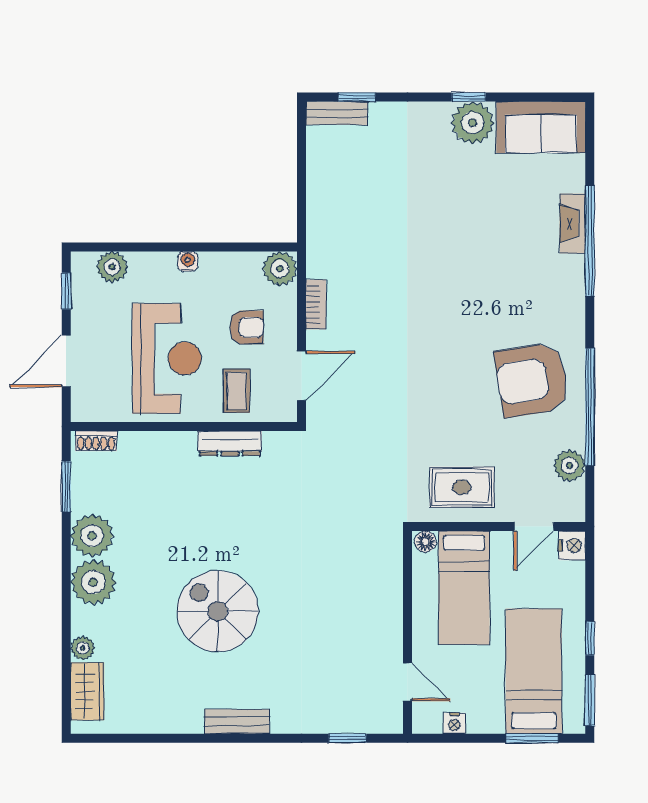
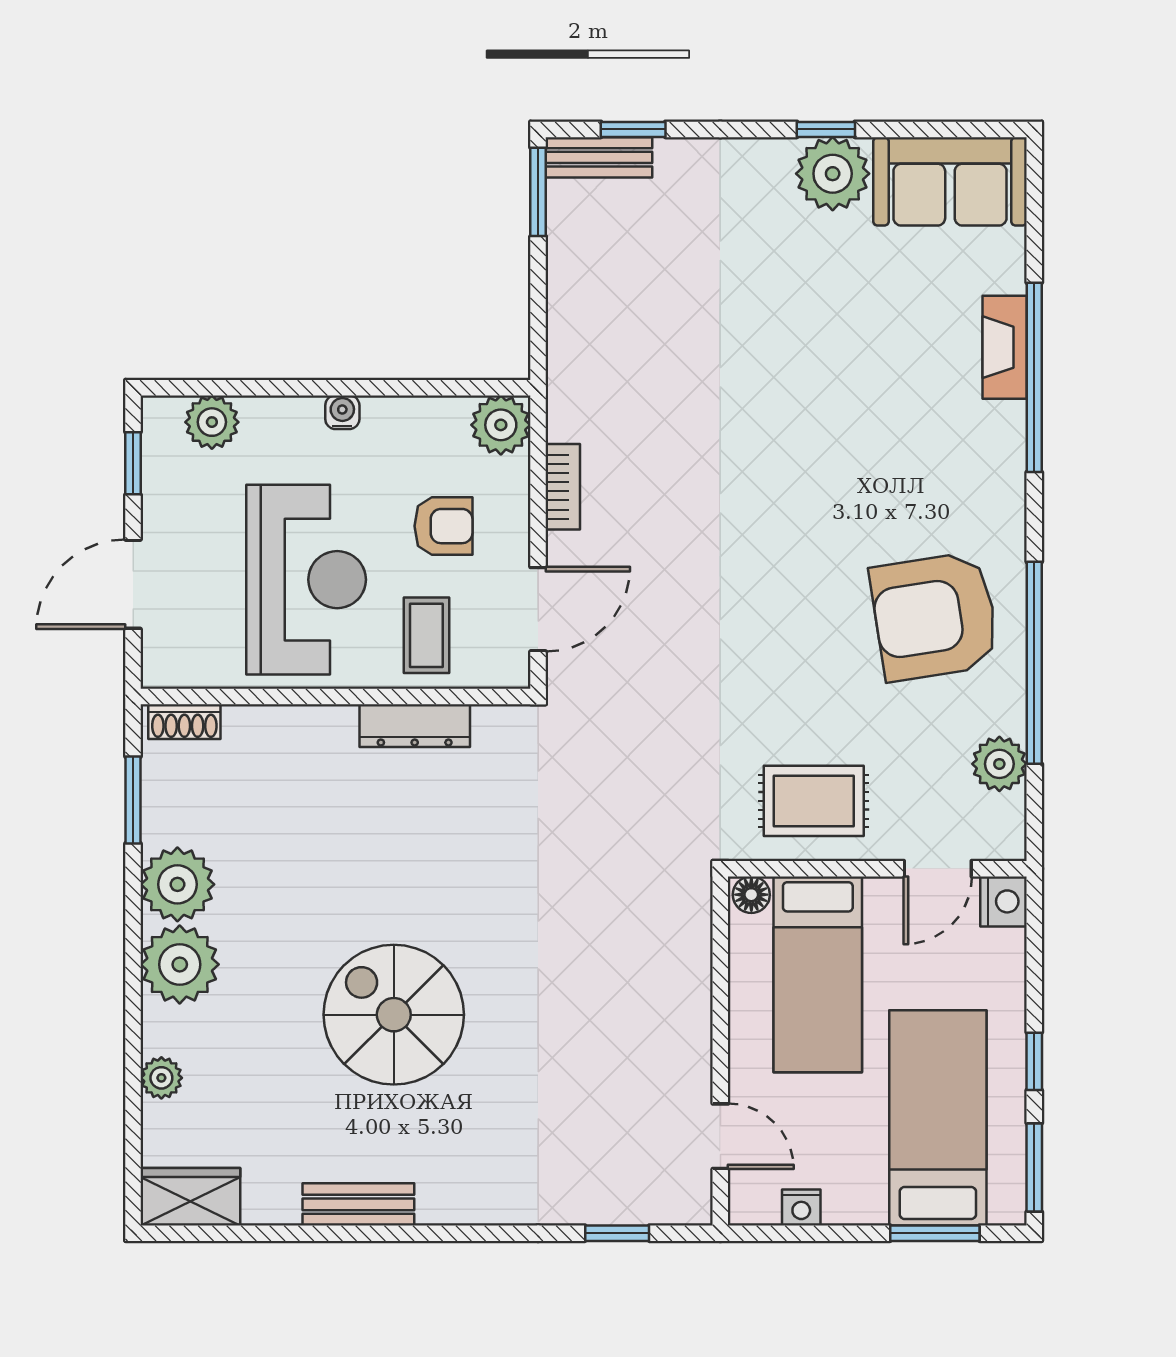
window: (302, 133) -> (538, 192), added
wardrobe: (87, 691) -> (190, 1197), moved, turned -90
bench: (237, 722) -> (358, 1204), moved

